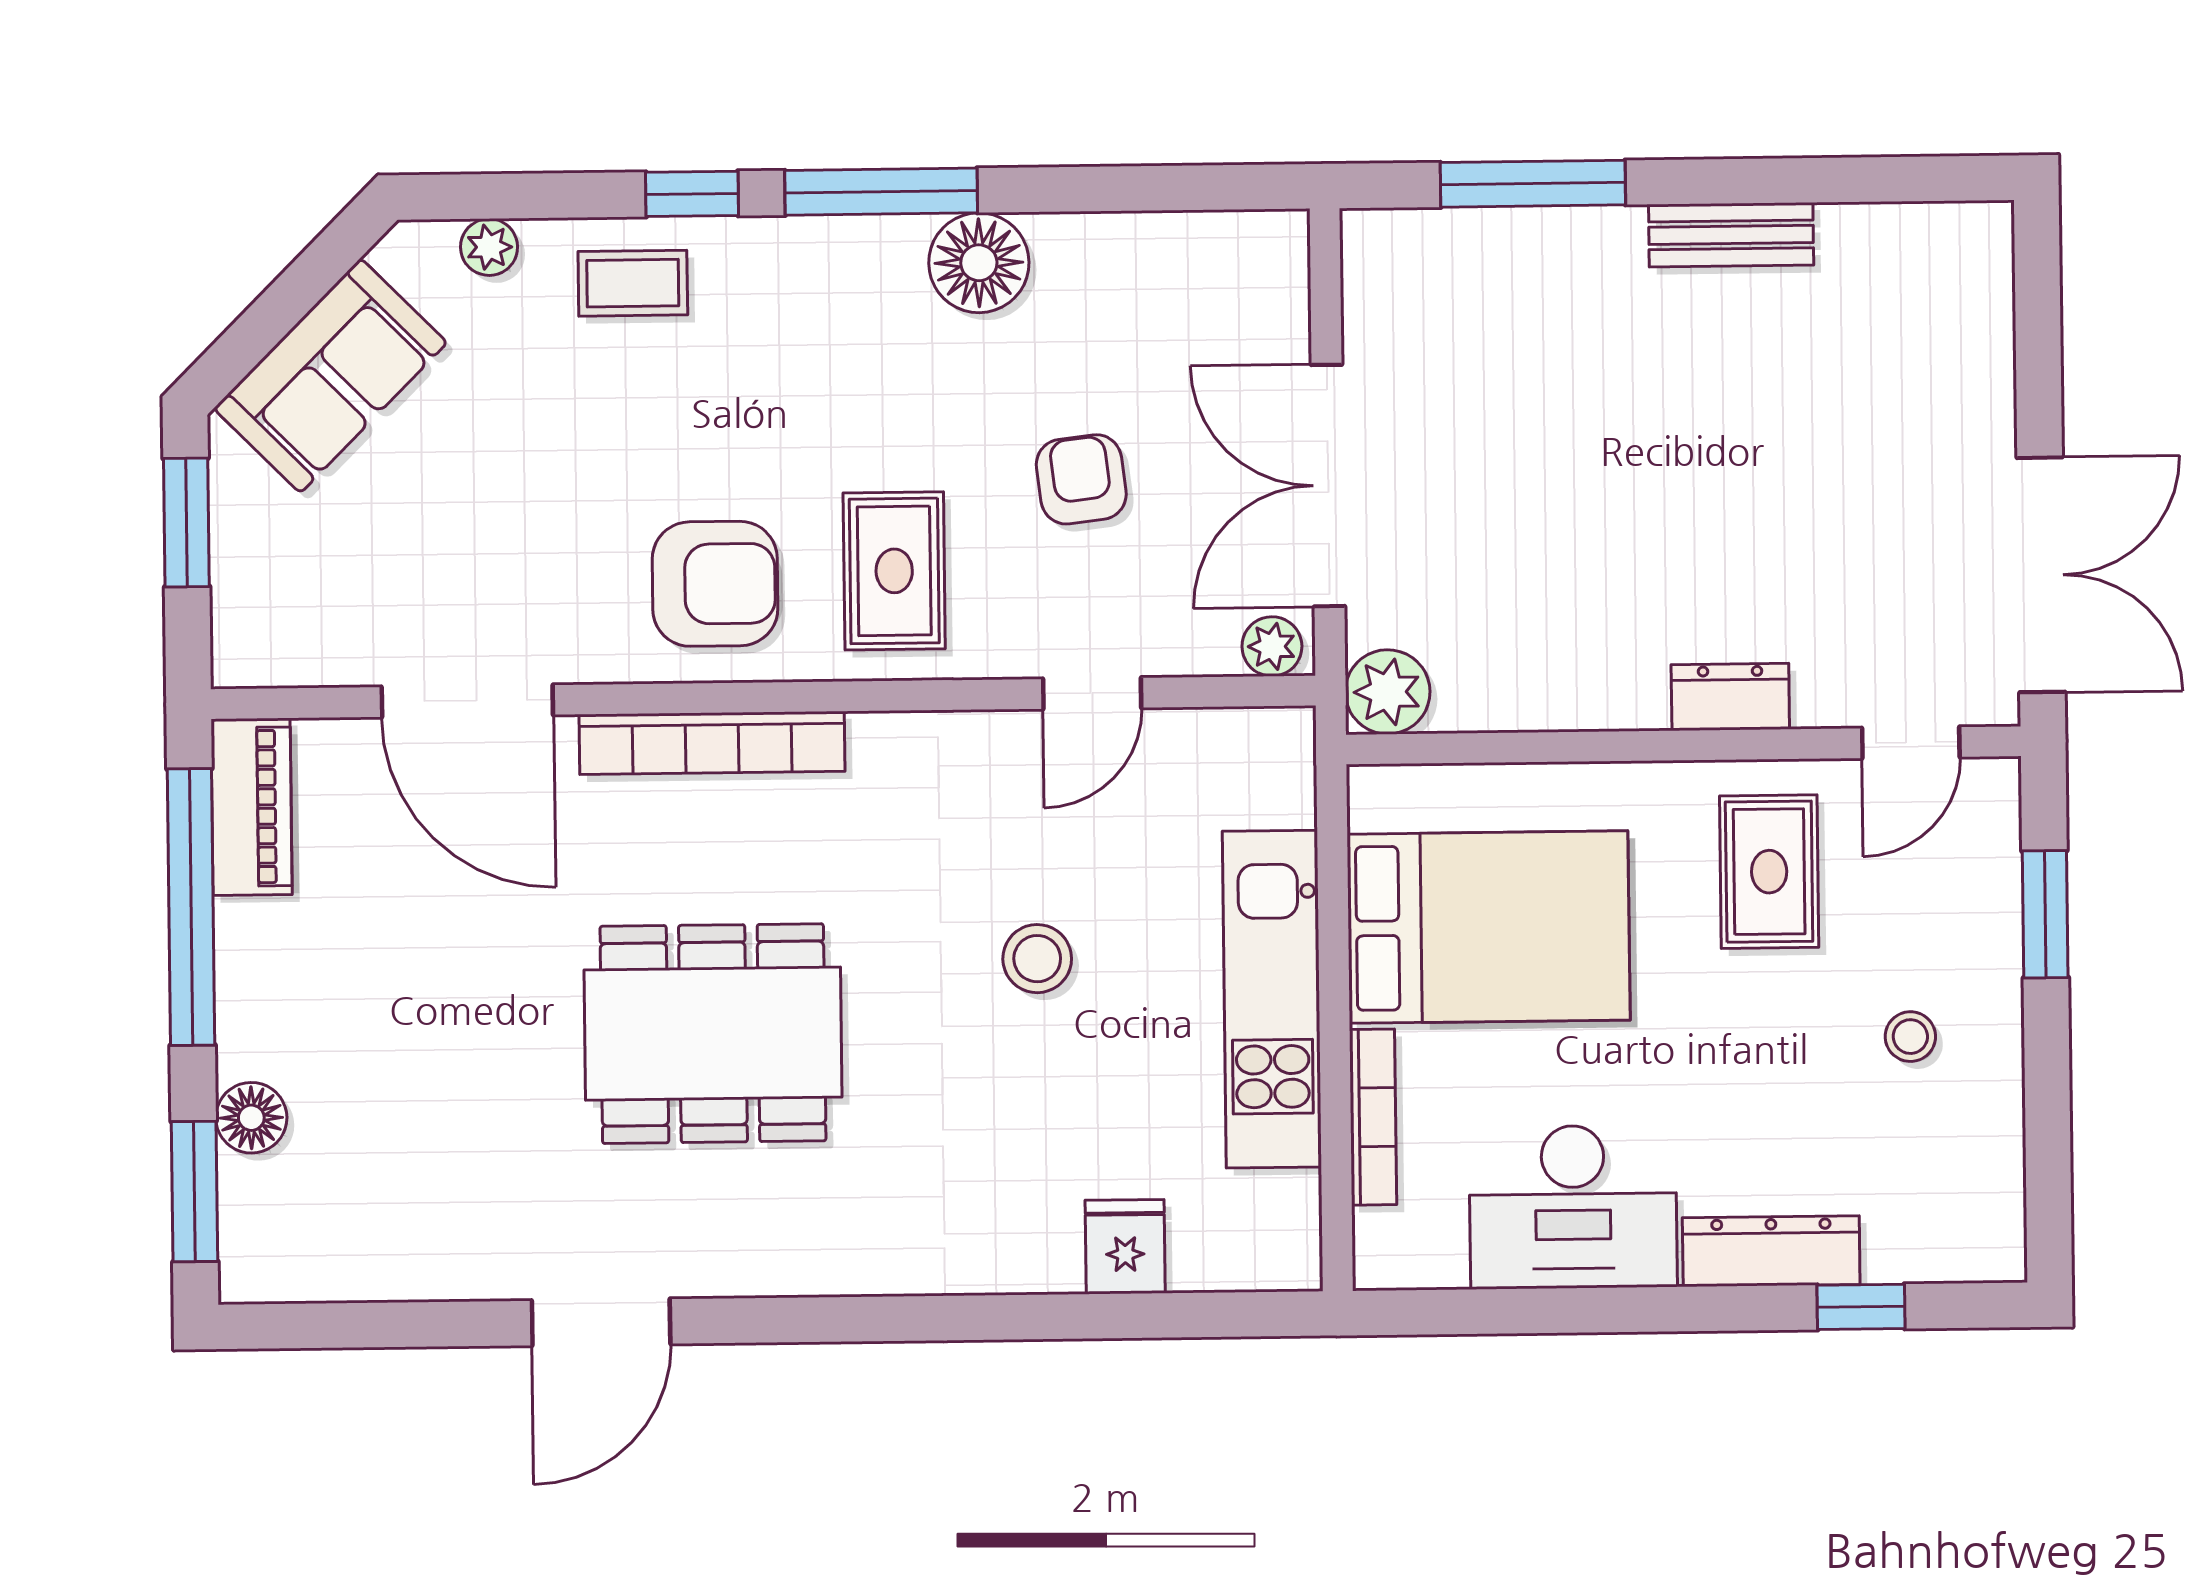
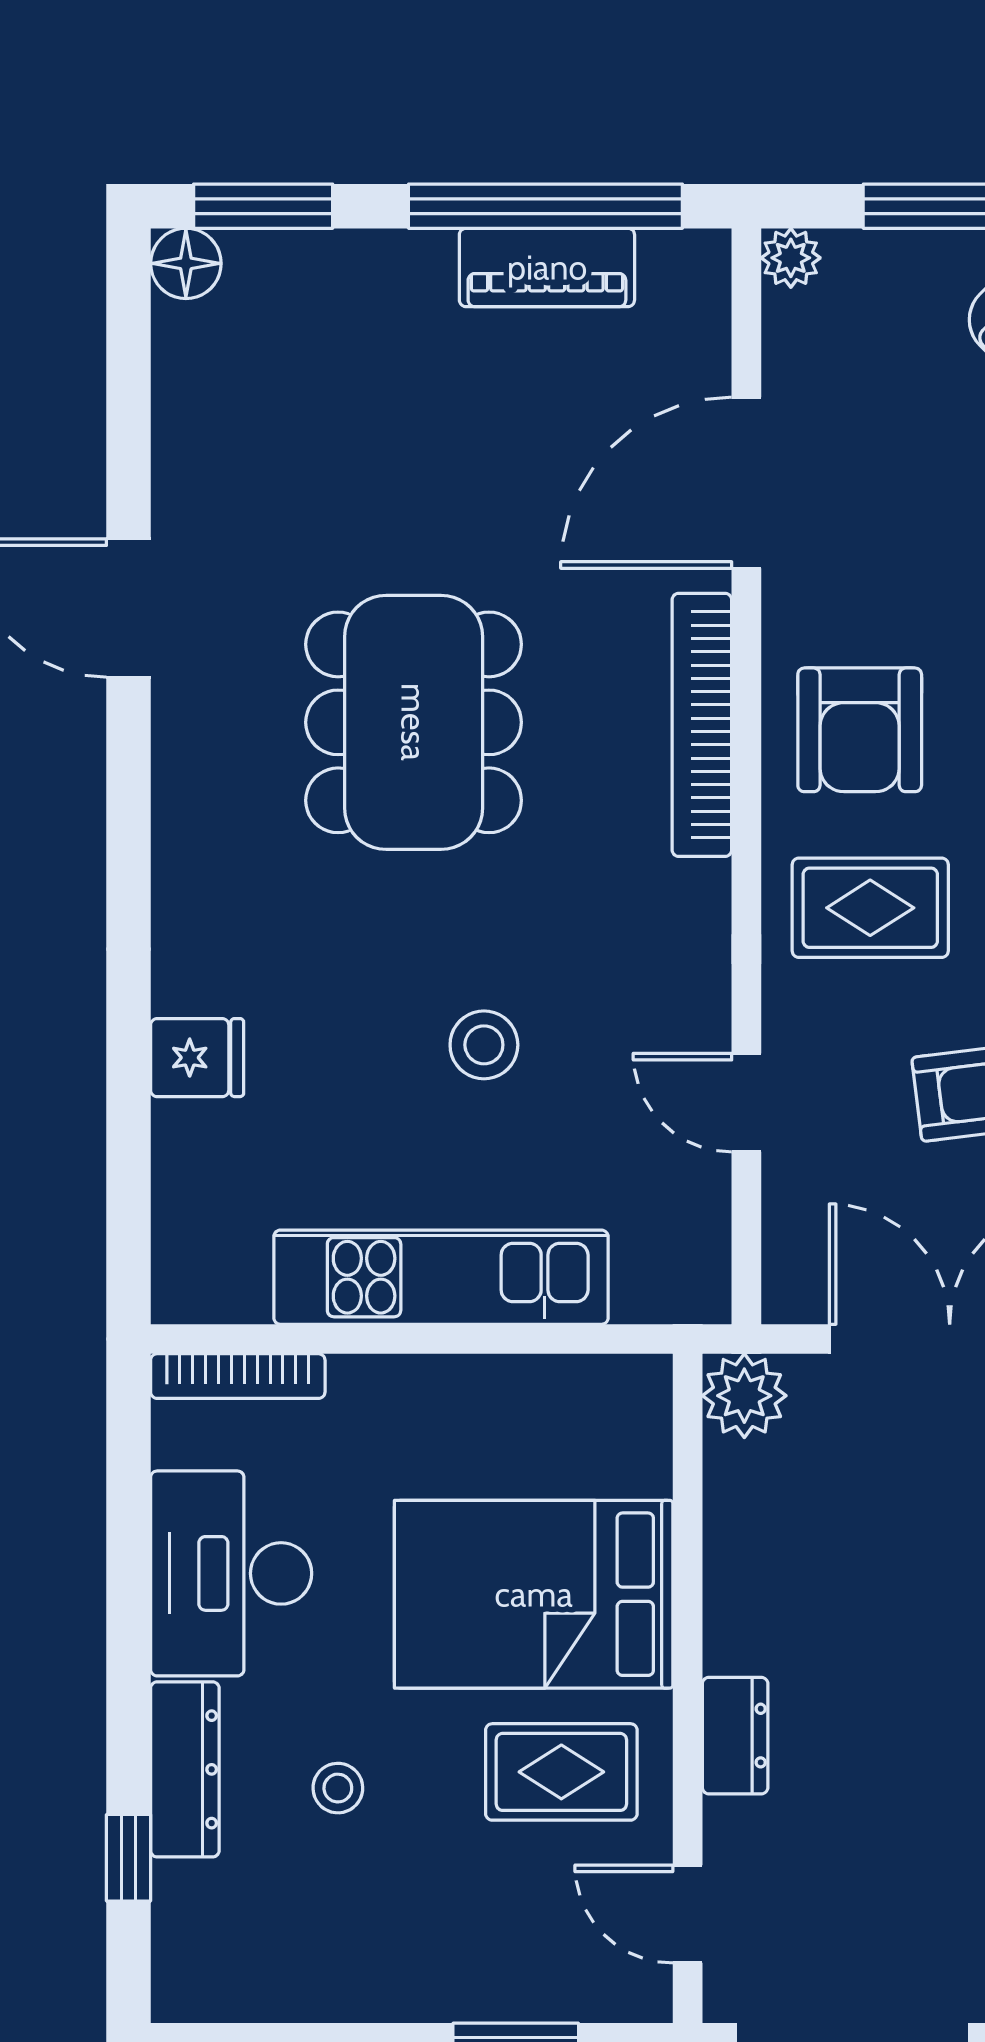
plant: (1272, 646) -> (791, 258), moved
piano: (252, 807) -> (547, 267), moved
bed: (1489, 927) -> (534, 1594), moved, turned 90
stool: (1910, 1037) -> (338, 1788), moved
bookcase: (1373, 1117) -> (238, 1376), moved
floor lamp: (251, 1118) -> (186, 263), moved
fridge: (1125, 1247) -> (197, 1058), moved

